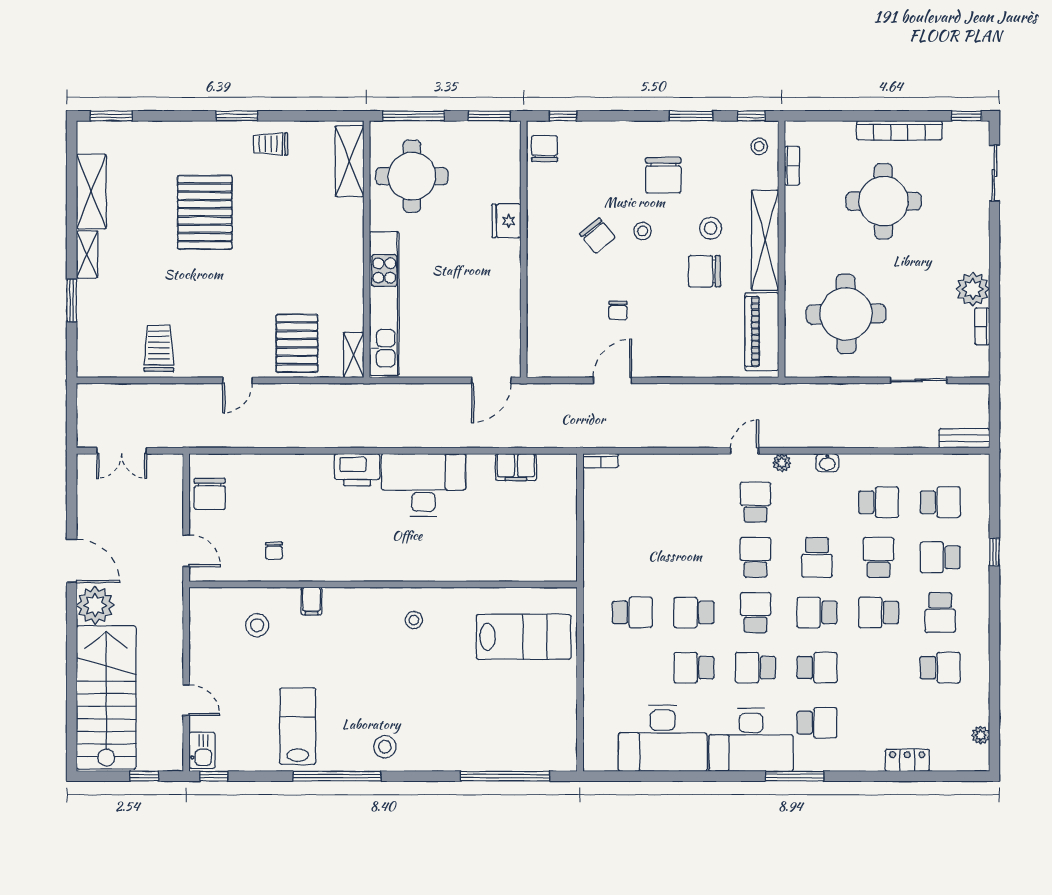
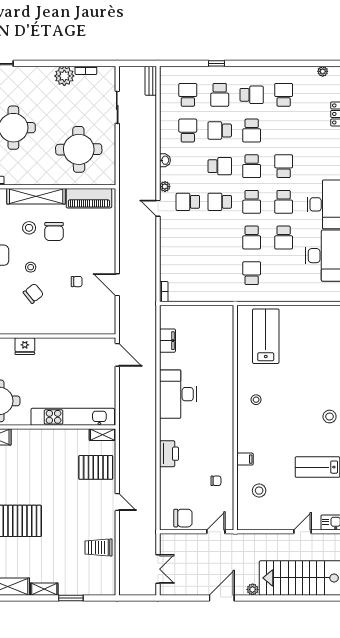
printer: (357, 470) -> (169, 454), moved
plant: (95, 605) -> (253, 589), width x0.53, depth x0.53
school desk: (755, 612) -> (252, 202), turned -90
school desk: (817, 723) -> (316, 166), removed

